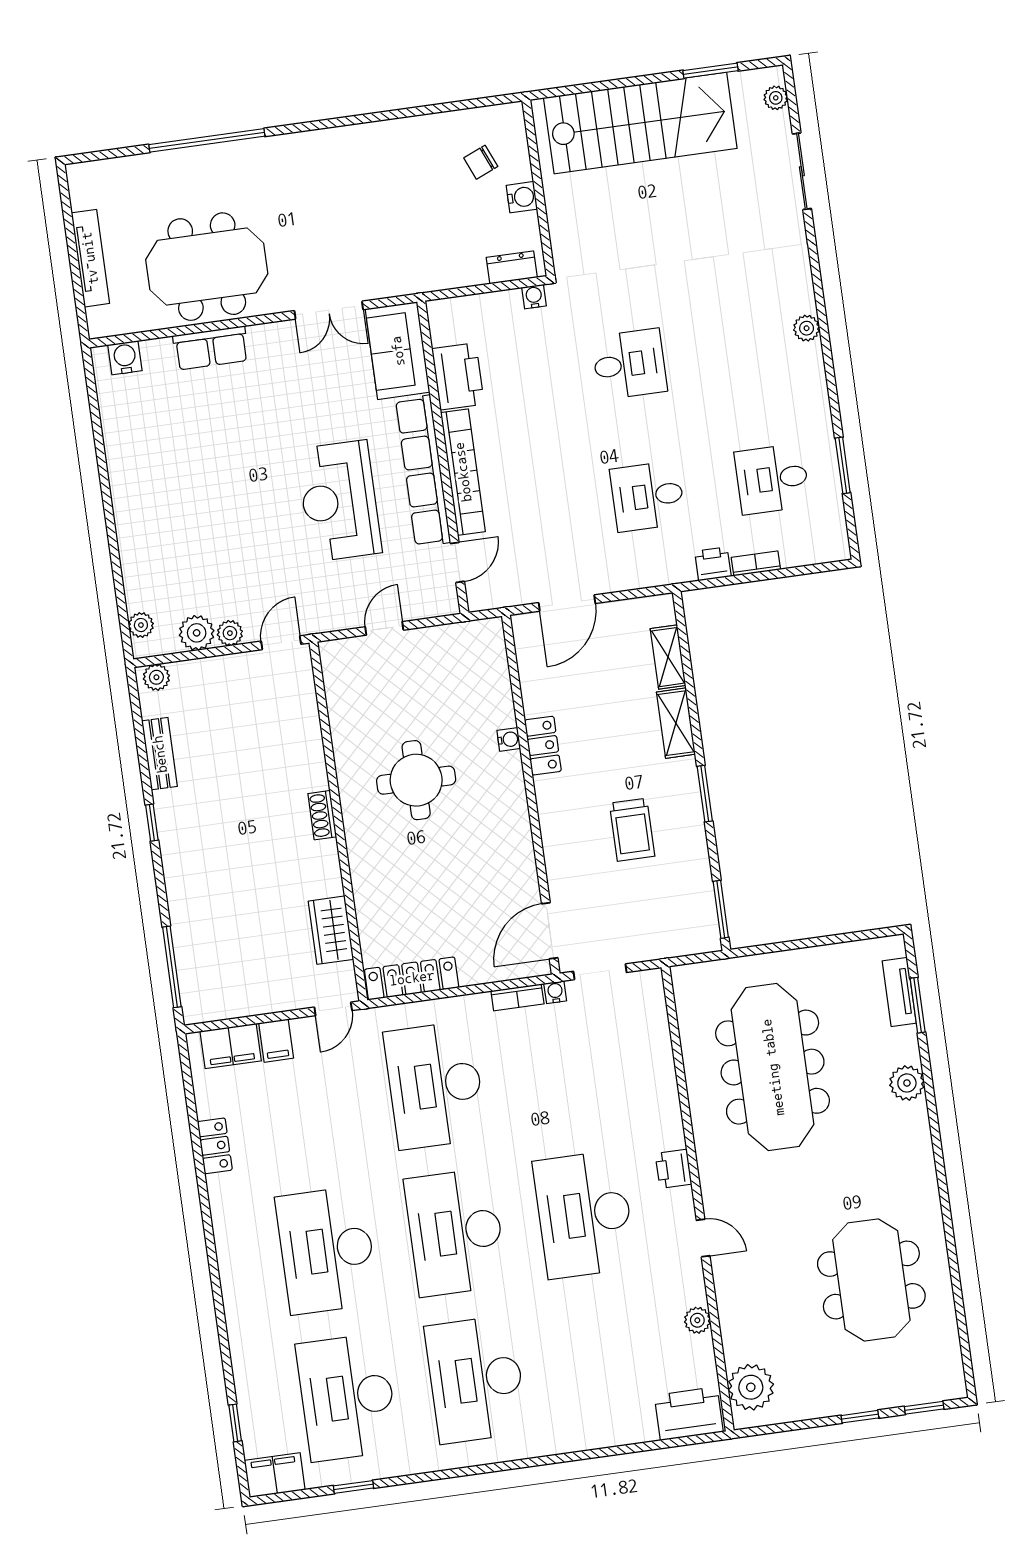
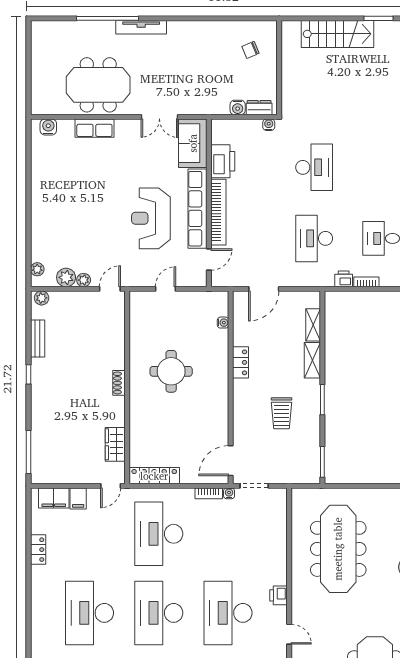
stairs: (640, 123) -> (338, 34), width x0.73, depth x0.66
water cooler: (522, 197) -> (238, 107), moved, turned 90
tv unit: (90, 258) -> (141, 27), moved, turned 90
desk: (629, 364) -> (314, 167), width x1.37
desk: (648, 496) -> (314, 238), width x1.37
water cooler: (509, 739) -> (223, 323), moved

